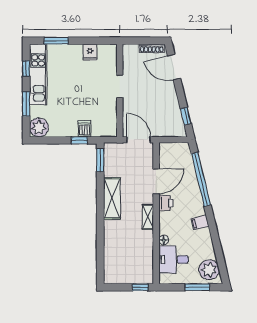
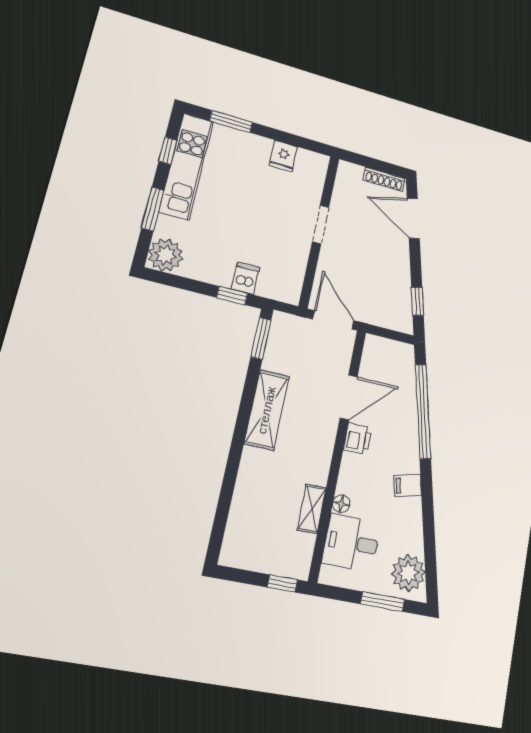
shelving: (148, 217) -> (312, 509), moved

